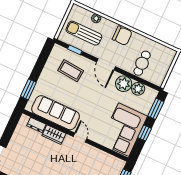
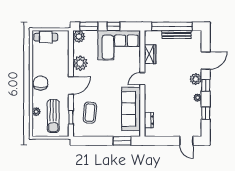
cafe table: (142, 63) -> (46, 37), moved
plant: (138, 89) -> (79, 36), moved
wardrobe: (54, 135) -> (150, 54), moved

